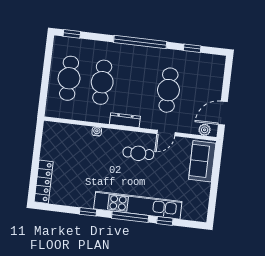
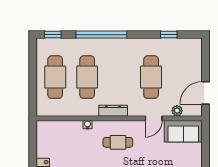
window: (140, 42) -> (101, 35), moved
plant: (205, 130) -> (177, 111), moved
cafe table: (138, 153) -> (118, 142), moved
sofa: (202, 161) -> (183, 131), moved, turned -90

